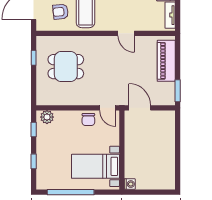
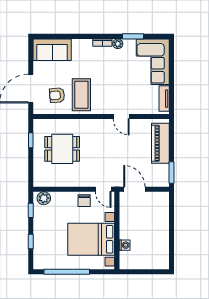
bed with nightstands: (95, 166) -> (91, 239), width x1.36
washing machine: (130, 184) -> (125, 245), moved

